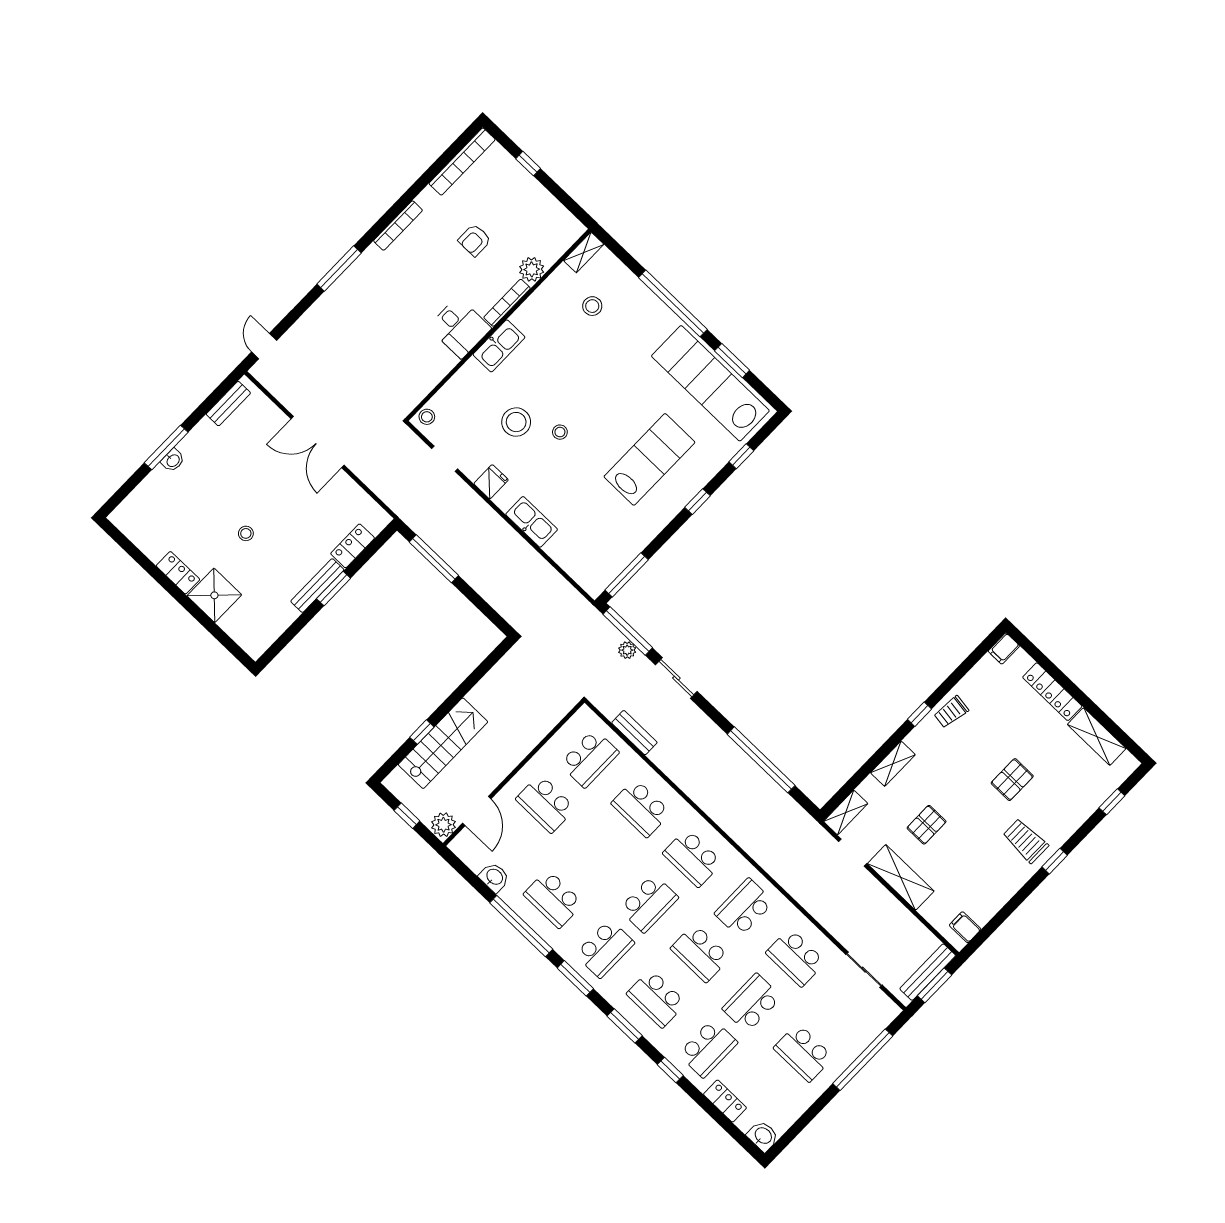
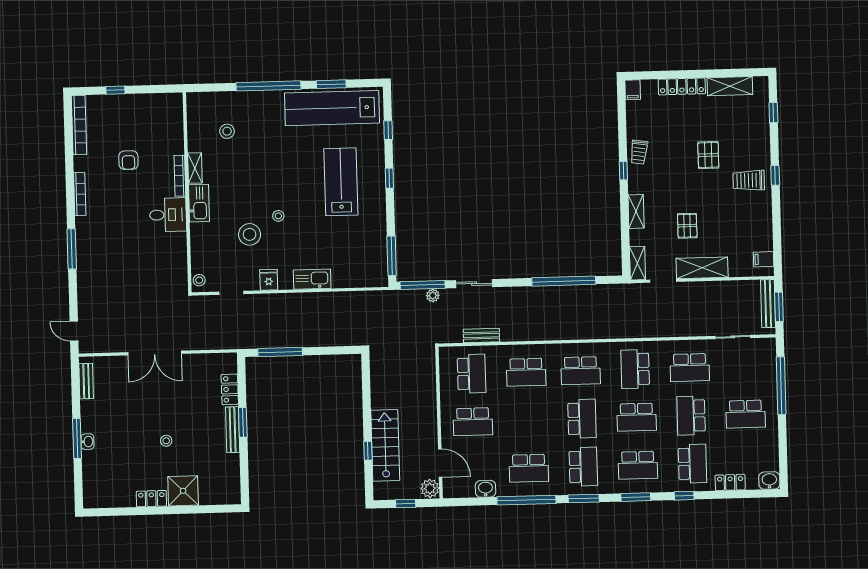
shelving: (584, 252) -> (195, 168), moved
plant: (532, 269) -> (175, 145), removed

